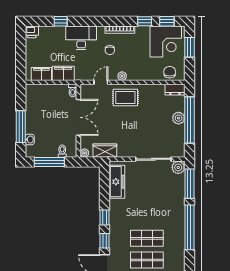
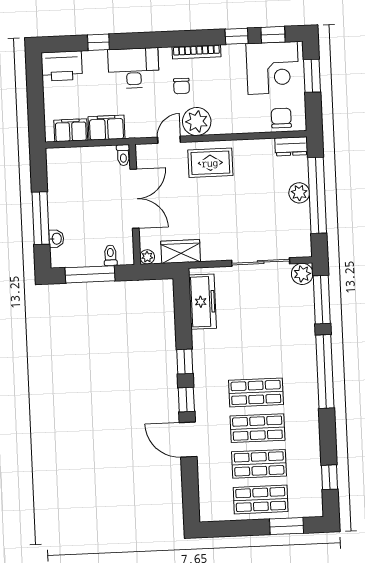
printer: (32, 32) -> (62, 66), width x1.87, depth x1.48
plant: (122, 76) -> (197, 121), width x1.87, depth x1.87

